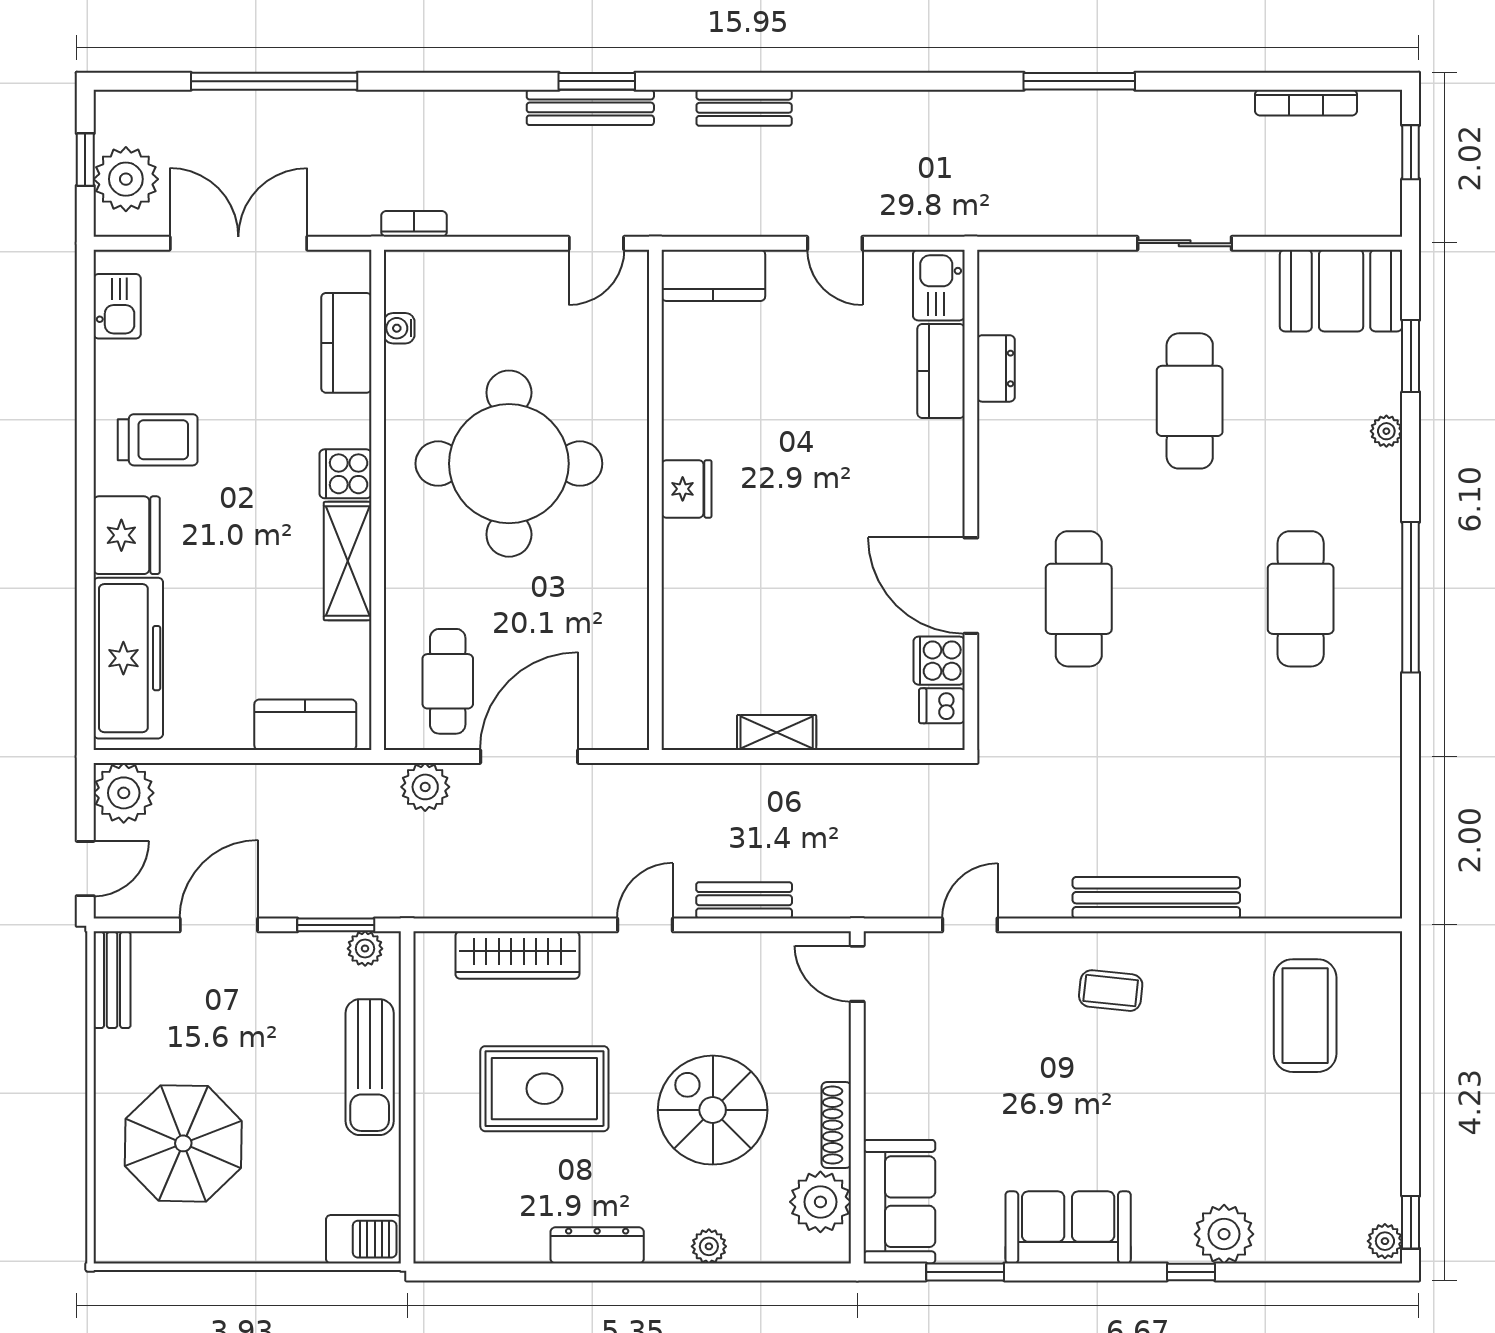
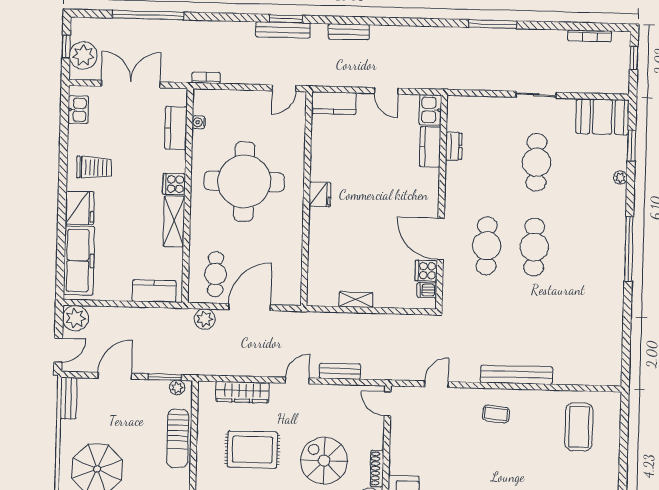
cafe table: (1301, 599) -> (534, 247), moved

